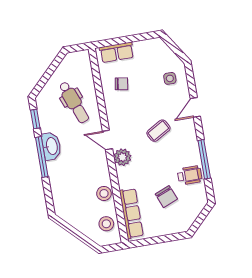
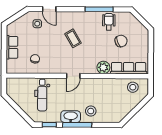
row of seats: (117, 52) -> (12, 47), moved
dental chair: (74, 102) -> (42, 95), turned 111
door: (195, 107) -> (49, 9), moved
plant: (122, 157) -> (103, 67), moved
stool: (104, 193) -> (91, 111), moved

